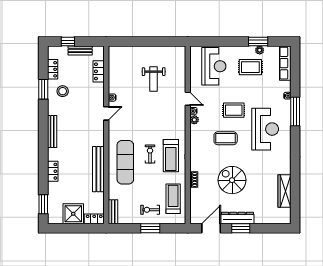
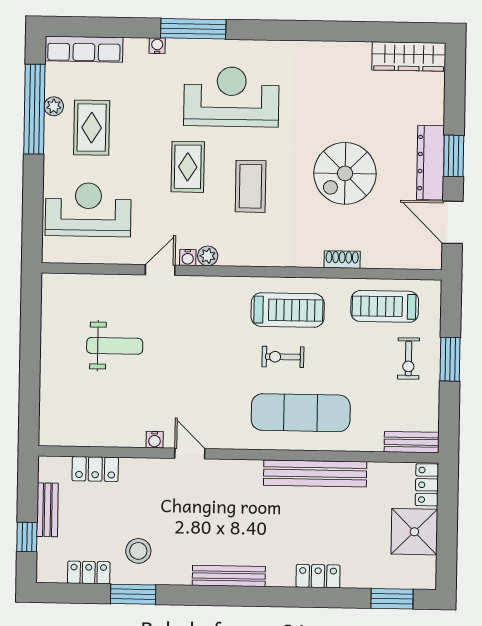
window: (258, 42) -> (34, 109), width x2.11
wardrobe: (284, 191) -> (409, 56), moved

